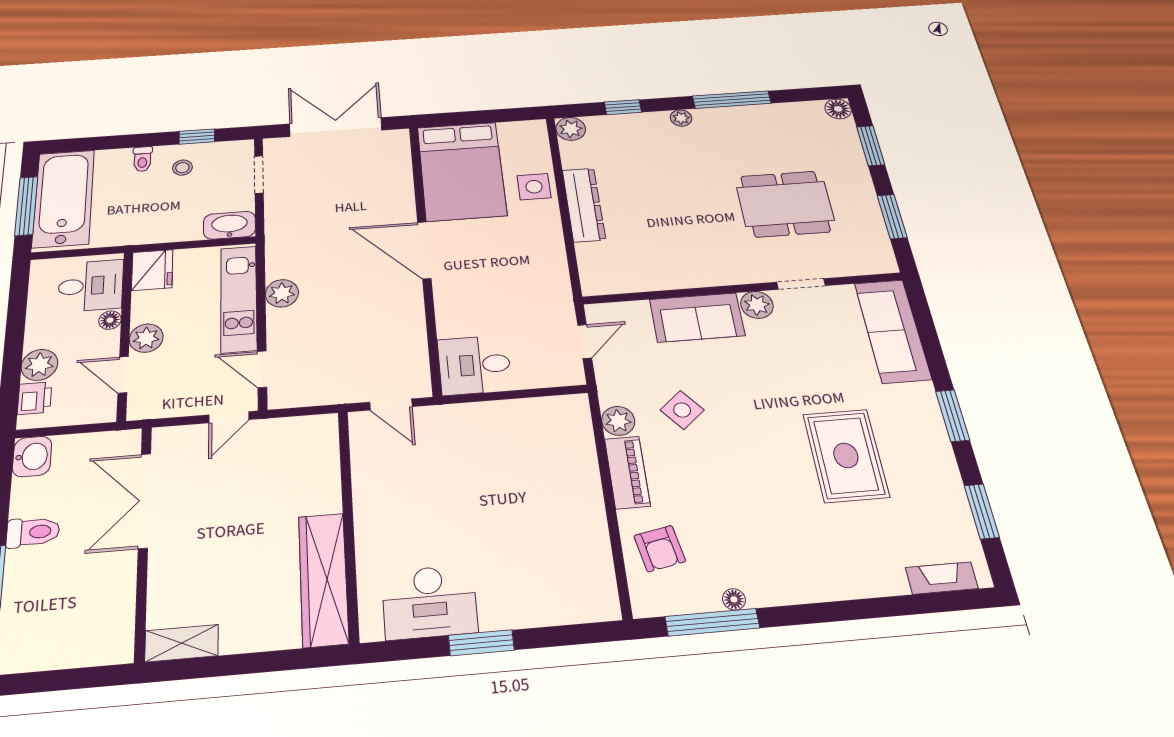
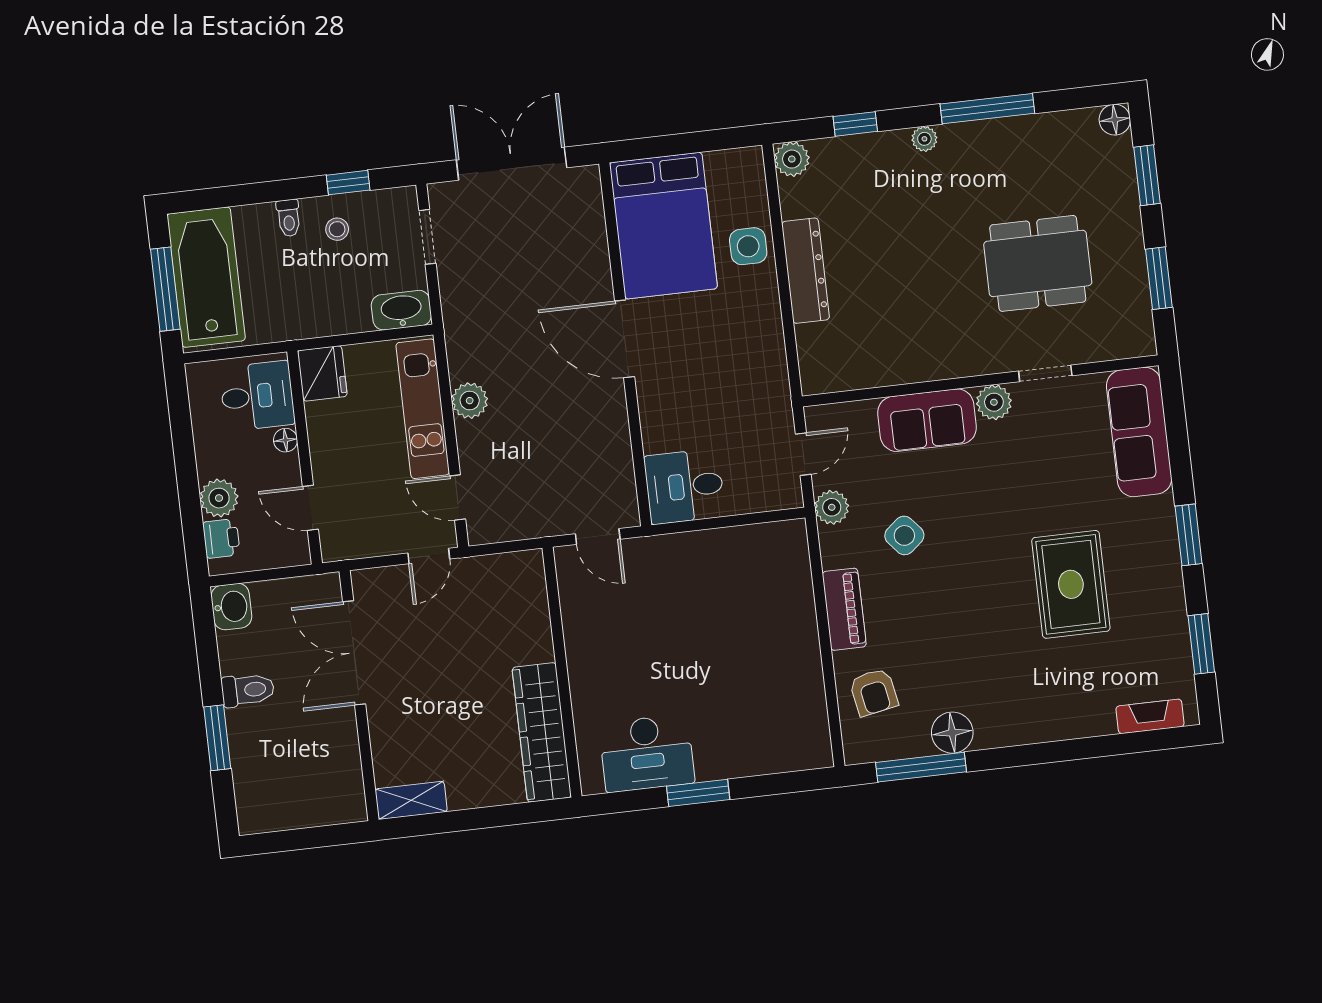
plant: (146, 338) -> (328, 462), removed
plant: (618, 421) -> (832, 507), moved
floor lamp: (734, 599) -> (952, 733), width x1.89, depth x1.89

